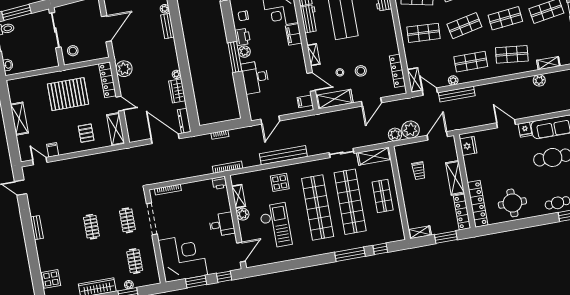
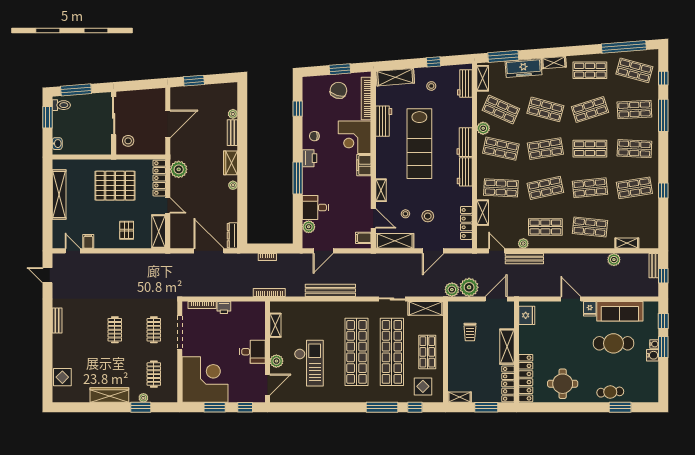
workbench: (309, 19) -> (465, 172), moved, turned 180
plant: (244, 52) -> (309, 227), moved
desk: (255, 77) -> (315, 208), width x0.73
shelving: (414, 80) -> (483, 213), moved
wardrobe: (177, 91) -> (230, 163), moved
shelving: (19, 119) -> (59, 194), width x1.47
display table: (280, 182) -> (423, 386), moved
printer: (219, 183) -> (224, 308), moved
plant: (243, 214) -> (276, 361), moved

